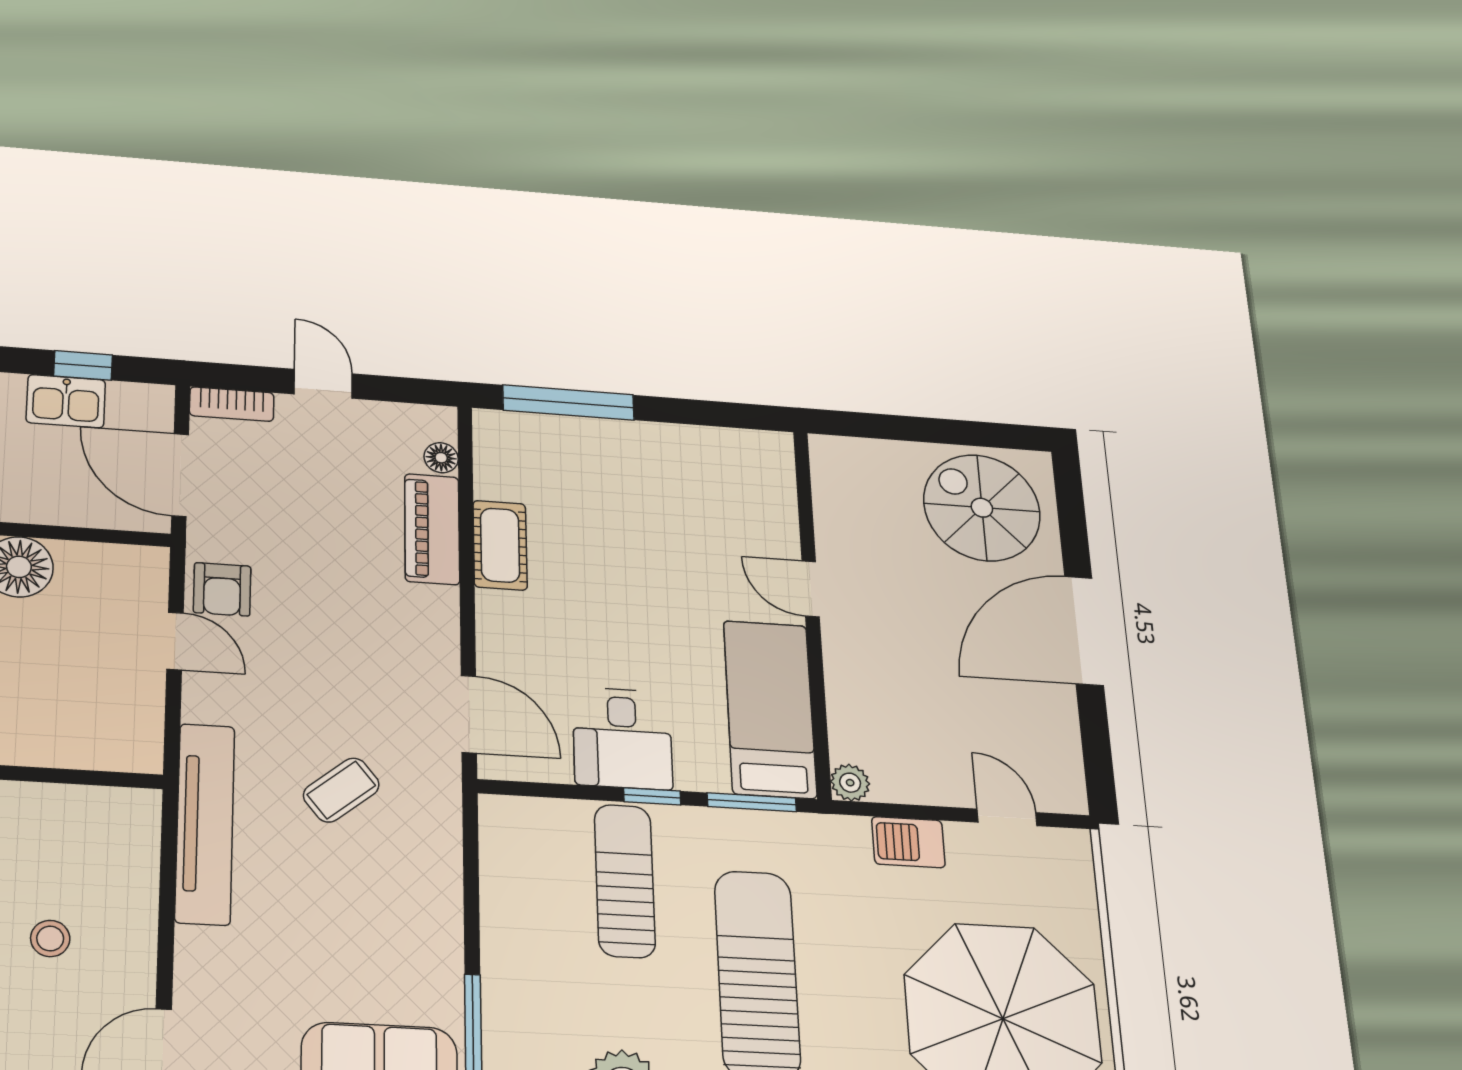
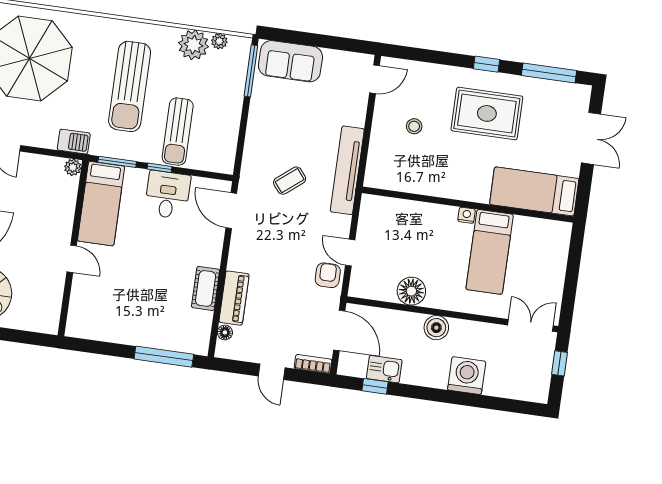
barbecue: (908, 842) -> (74, 142), moved

